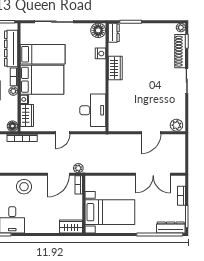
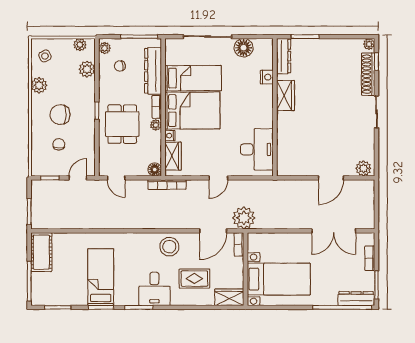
floor lamp: (98, 30) -> (244, 48), moved
dresser: (114, 33) -> (284, 56), width x1.44
plant: (78, 168) -> (244, 218), width x1.87, depth x1.87
rug: (44, 212) -> (194, 279), added

